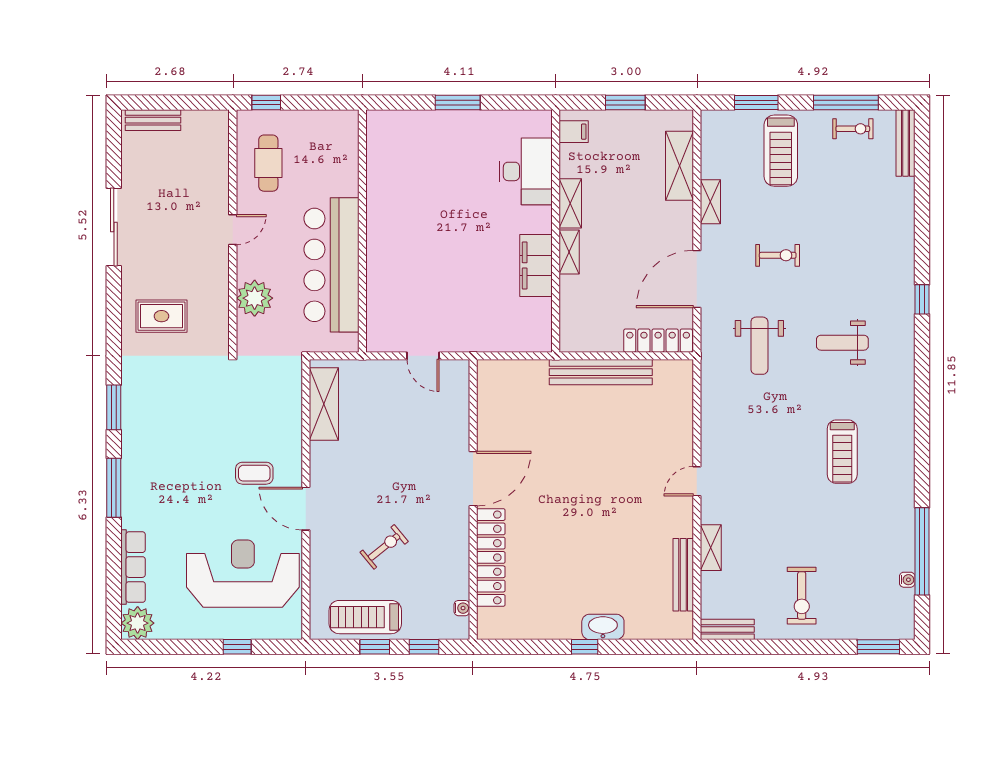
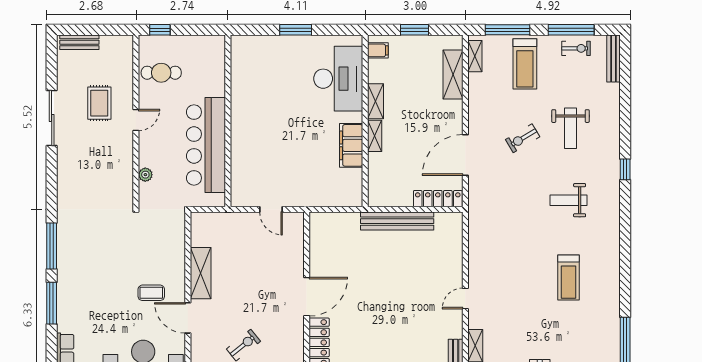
window: (756, 103) -> (507, 30), width x1.44
cafe table: (268, 163) -> (161, 73), turned 90
desk: (526, 171) -> (338, 79), width x1.36, depth x1.30
shelving: (710, 202) -> (475, 56), moved
exercise bike: (778, 255) -> (523, 138), turned 149
plant: (255, 298) -> (145, 175), width x0.53, depth x0.53
rug: (161, 316) -> (99, 103), moved, turned 90
weight bench: (759, 346) -> (570, 128), moved
shelving: (324, 404) -> (201, 273), moved
window: (114, 407) -> (52, 246), width x1.44

